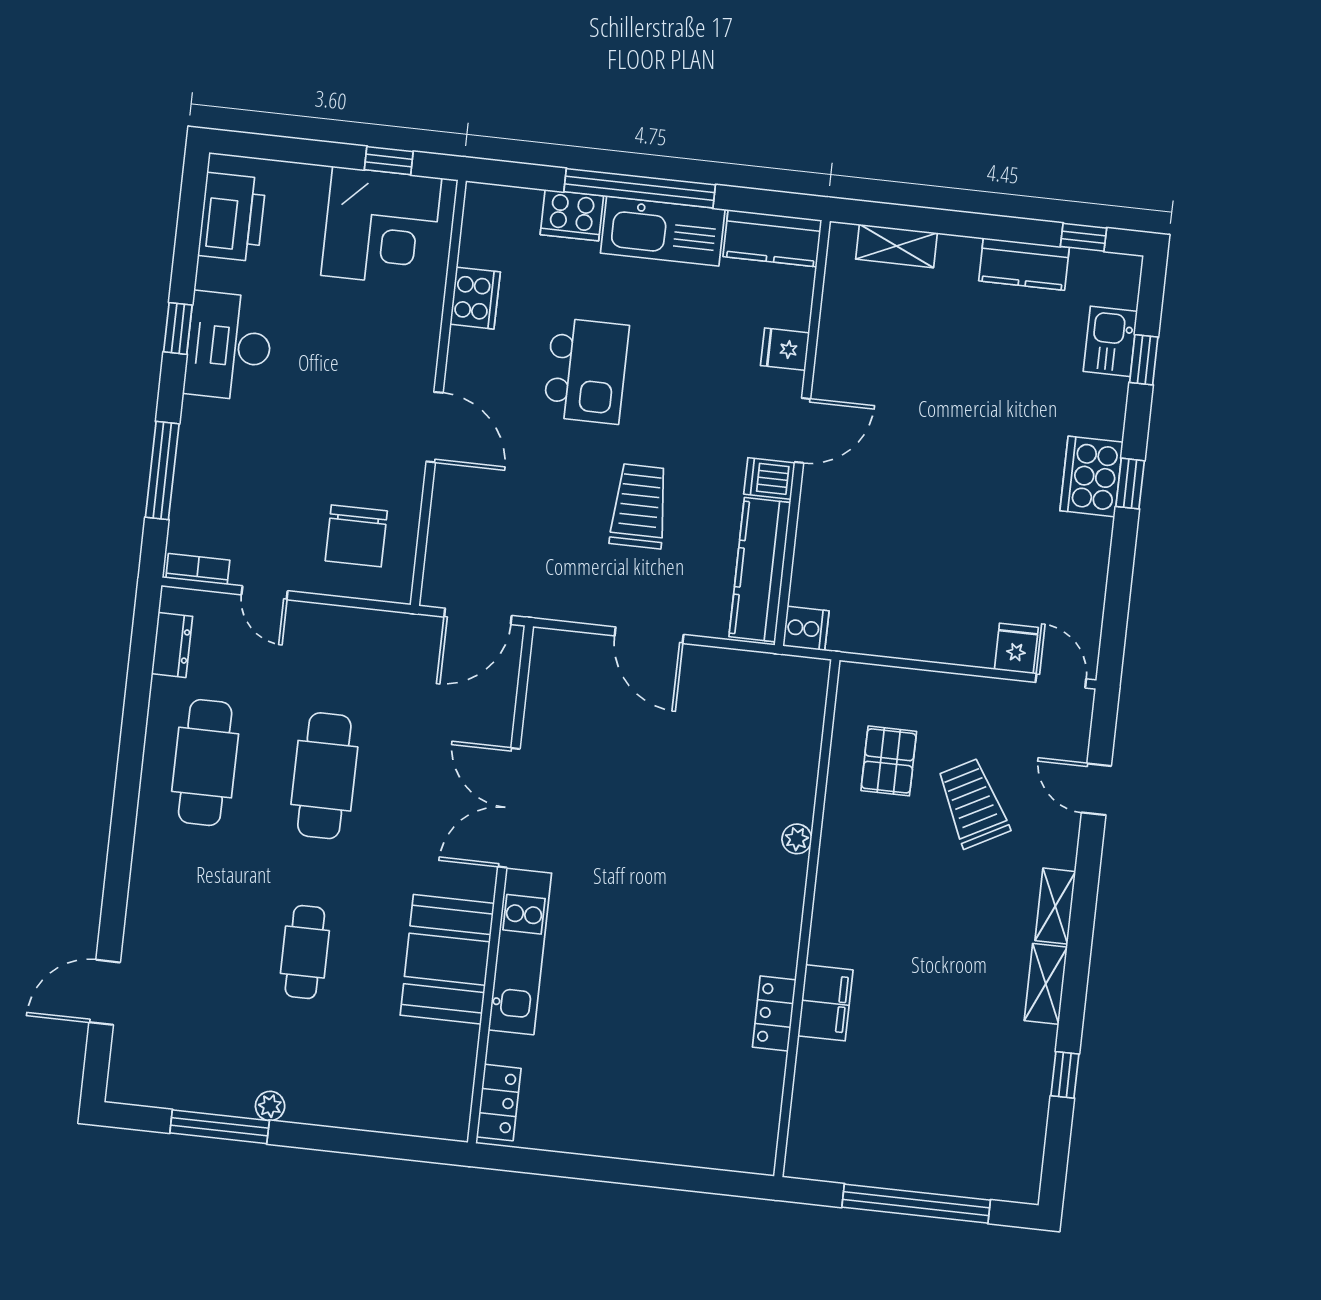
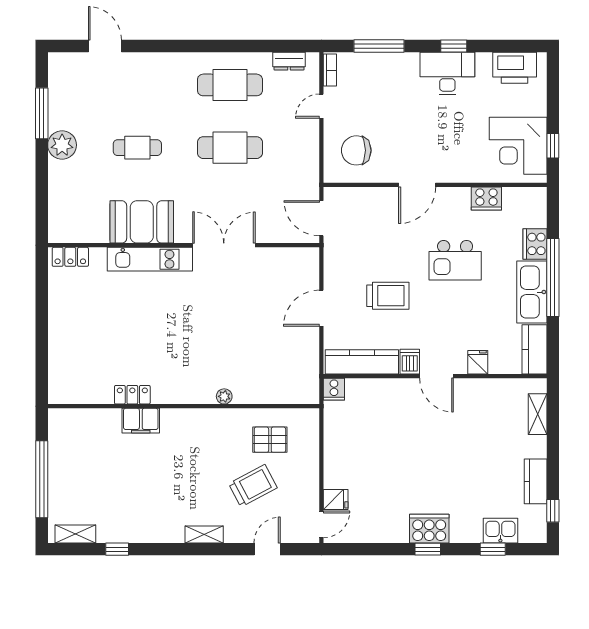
shelving: (1046, 984) -> (75, 534), moved
plant: (270, 1106) -> (62, 145), width x1.87, depth x1.87

